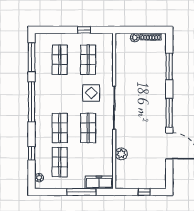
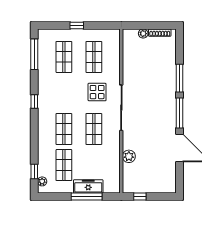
window: (84, 30) -> (77, 25), moved
window: (169, 67) -> (179, 78), moved
window: (32, 102) -> (34, 101), width x0.32
window: (32, 153) -> (34, 172), moved
freezer: (99, 182) -> (88, 186), moved
window: (144, 192) -> (140, 197), moved

